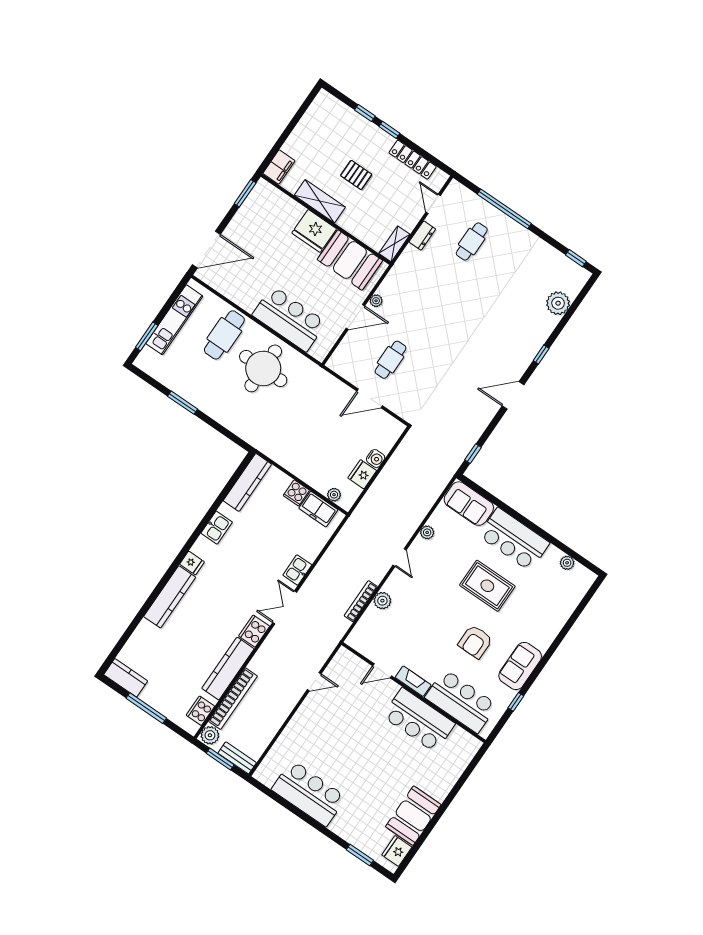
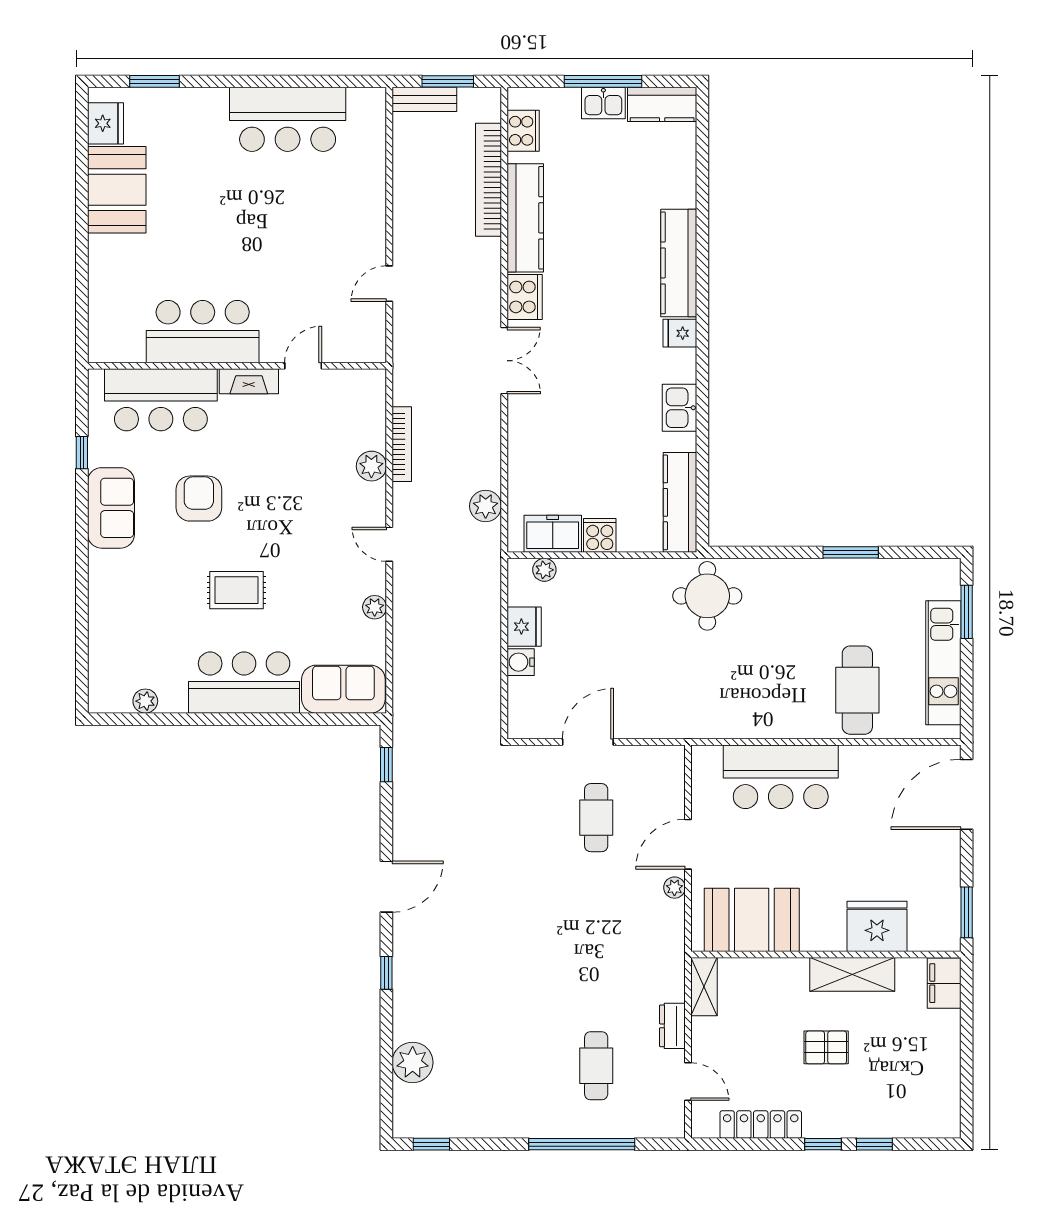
fridge: (314, 231) -> (877, 926), moved
round table: (263, 368) -> (707, 596), moved, width x0.73, depth x0.73
kitchen sink: (297, 570) -> (603, 103), moved, turned 90
rug: (487, 586) -> (236, 590), width x0.73, depth x0.70
plant: (210, 735) -> (486, 506), moved

